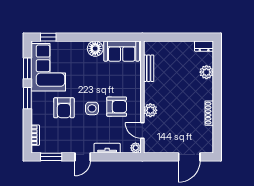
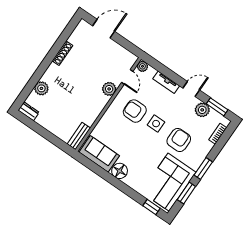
bench: (149, 68) -> (79, 136), moved
plant: (62, 146) -> (202, 110), added

